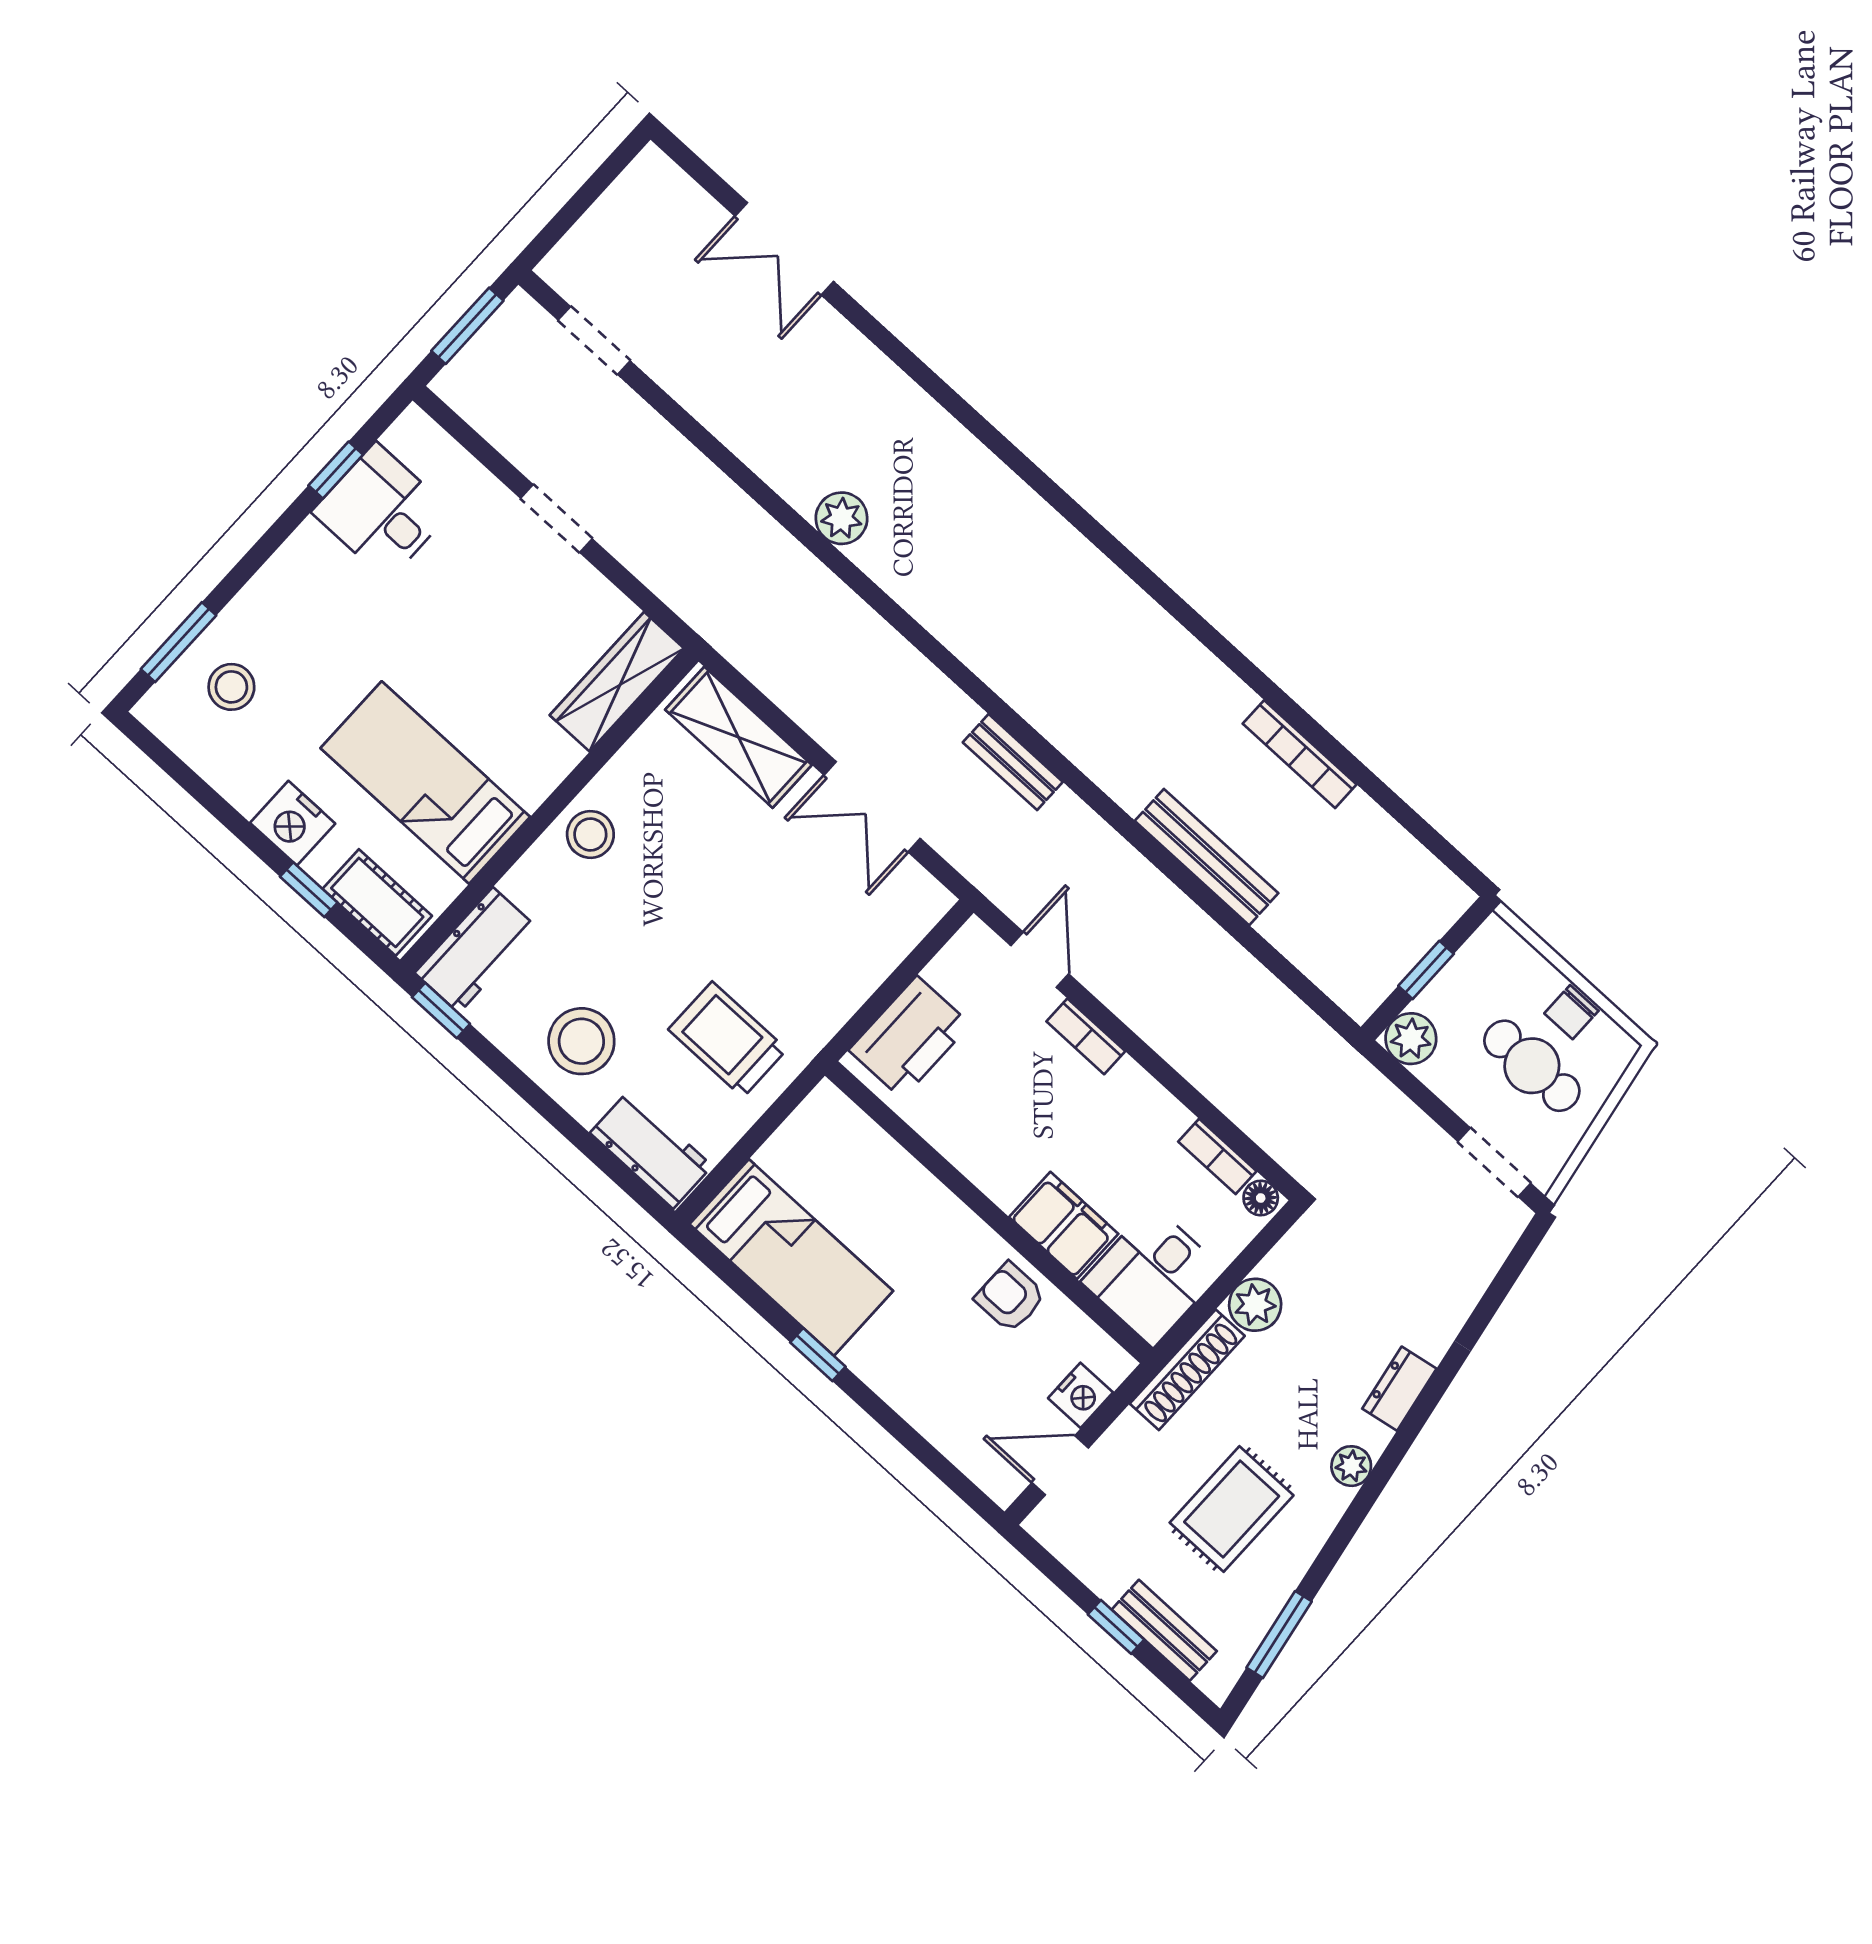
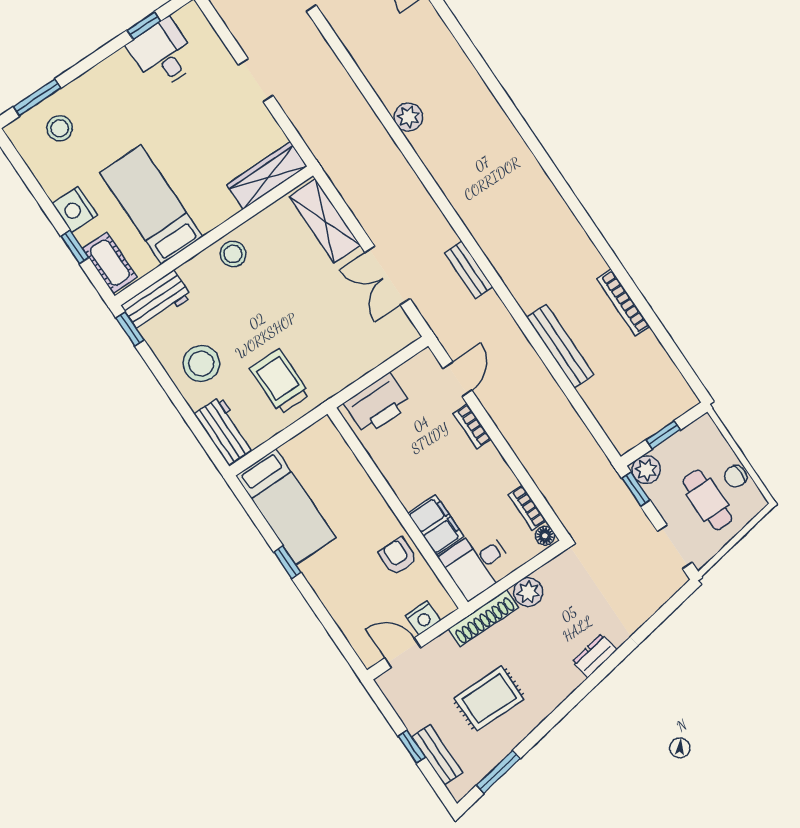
window: (1401, 1077) -> (636, 489), added
plant: (1351, 1466) -> (559, 691), removed

